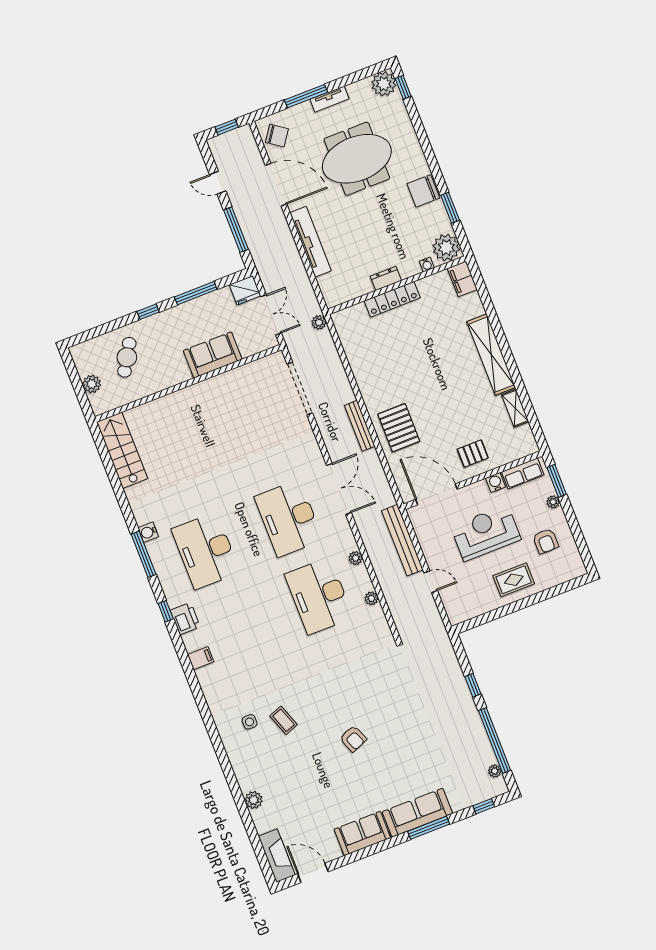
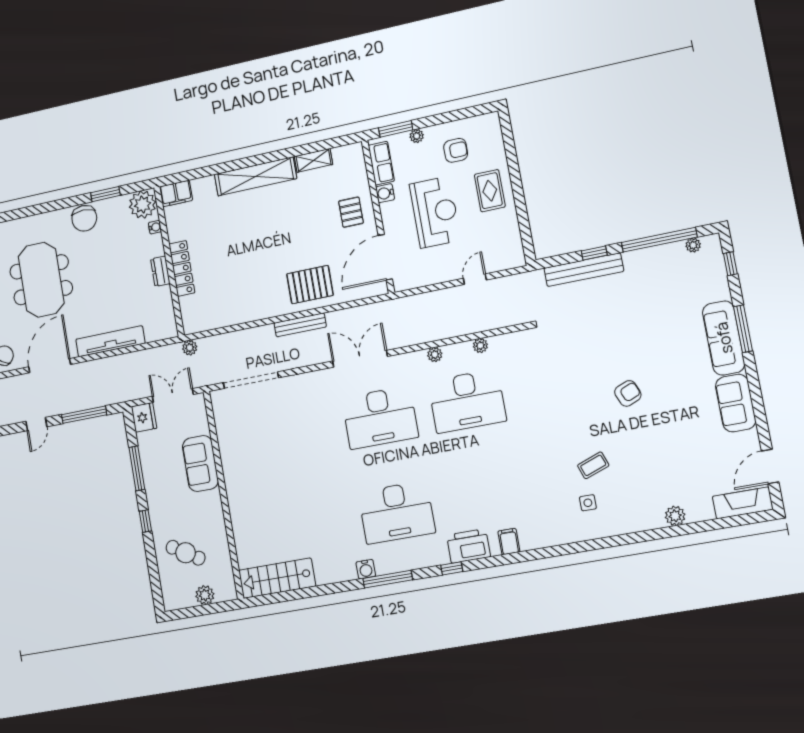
reception desk: (486, 533) -> (435, 212), turned 180
bench: (402, 540) -> (584, 270), moved
printer: (185, 619) -> (469, 546), width x1.37, depth x1.19

